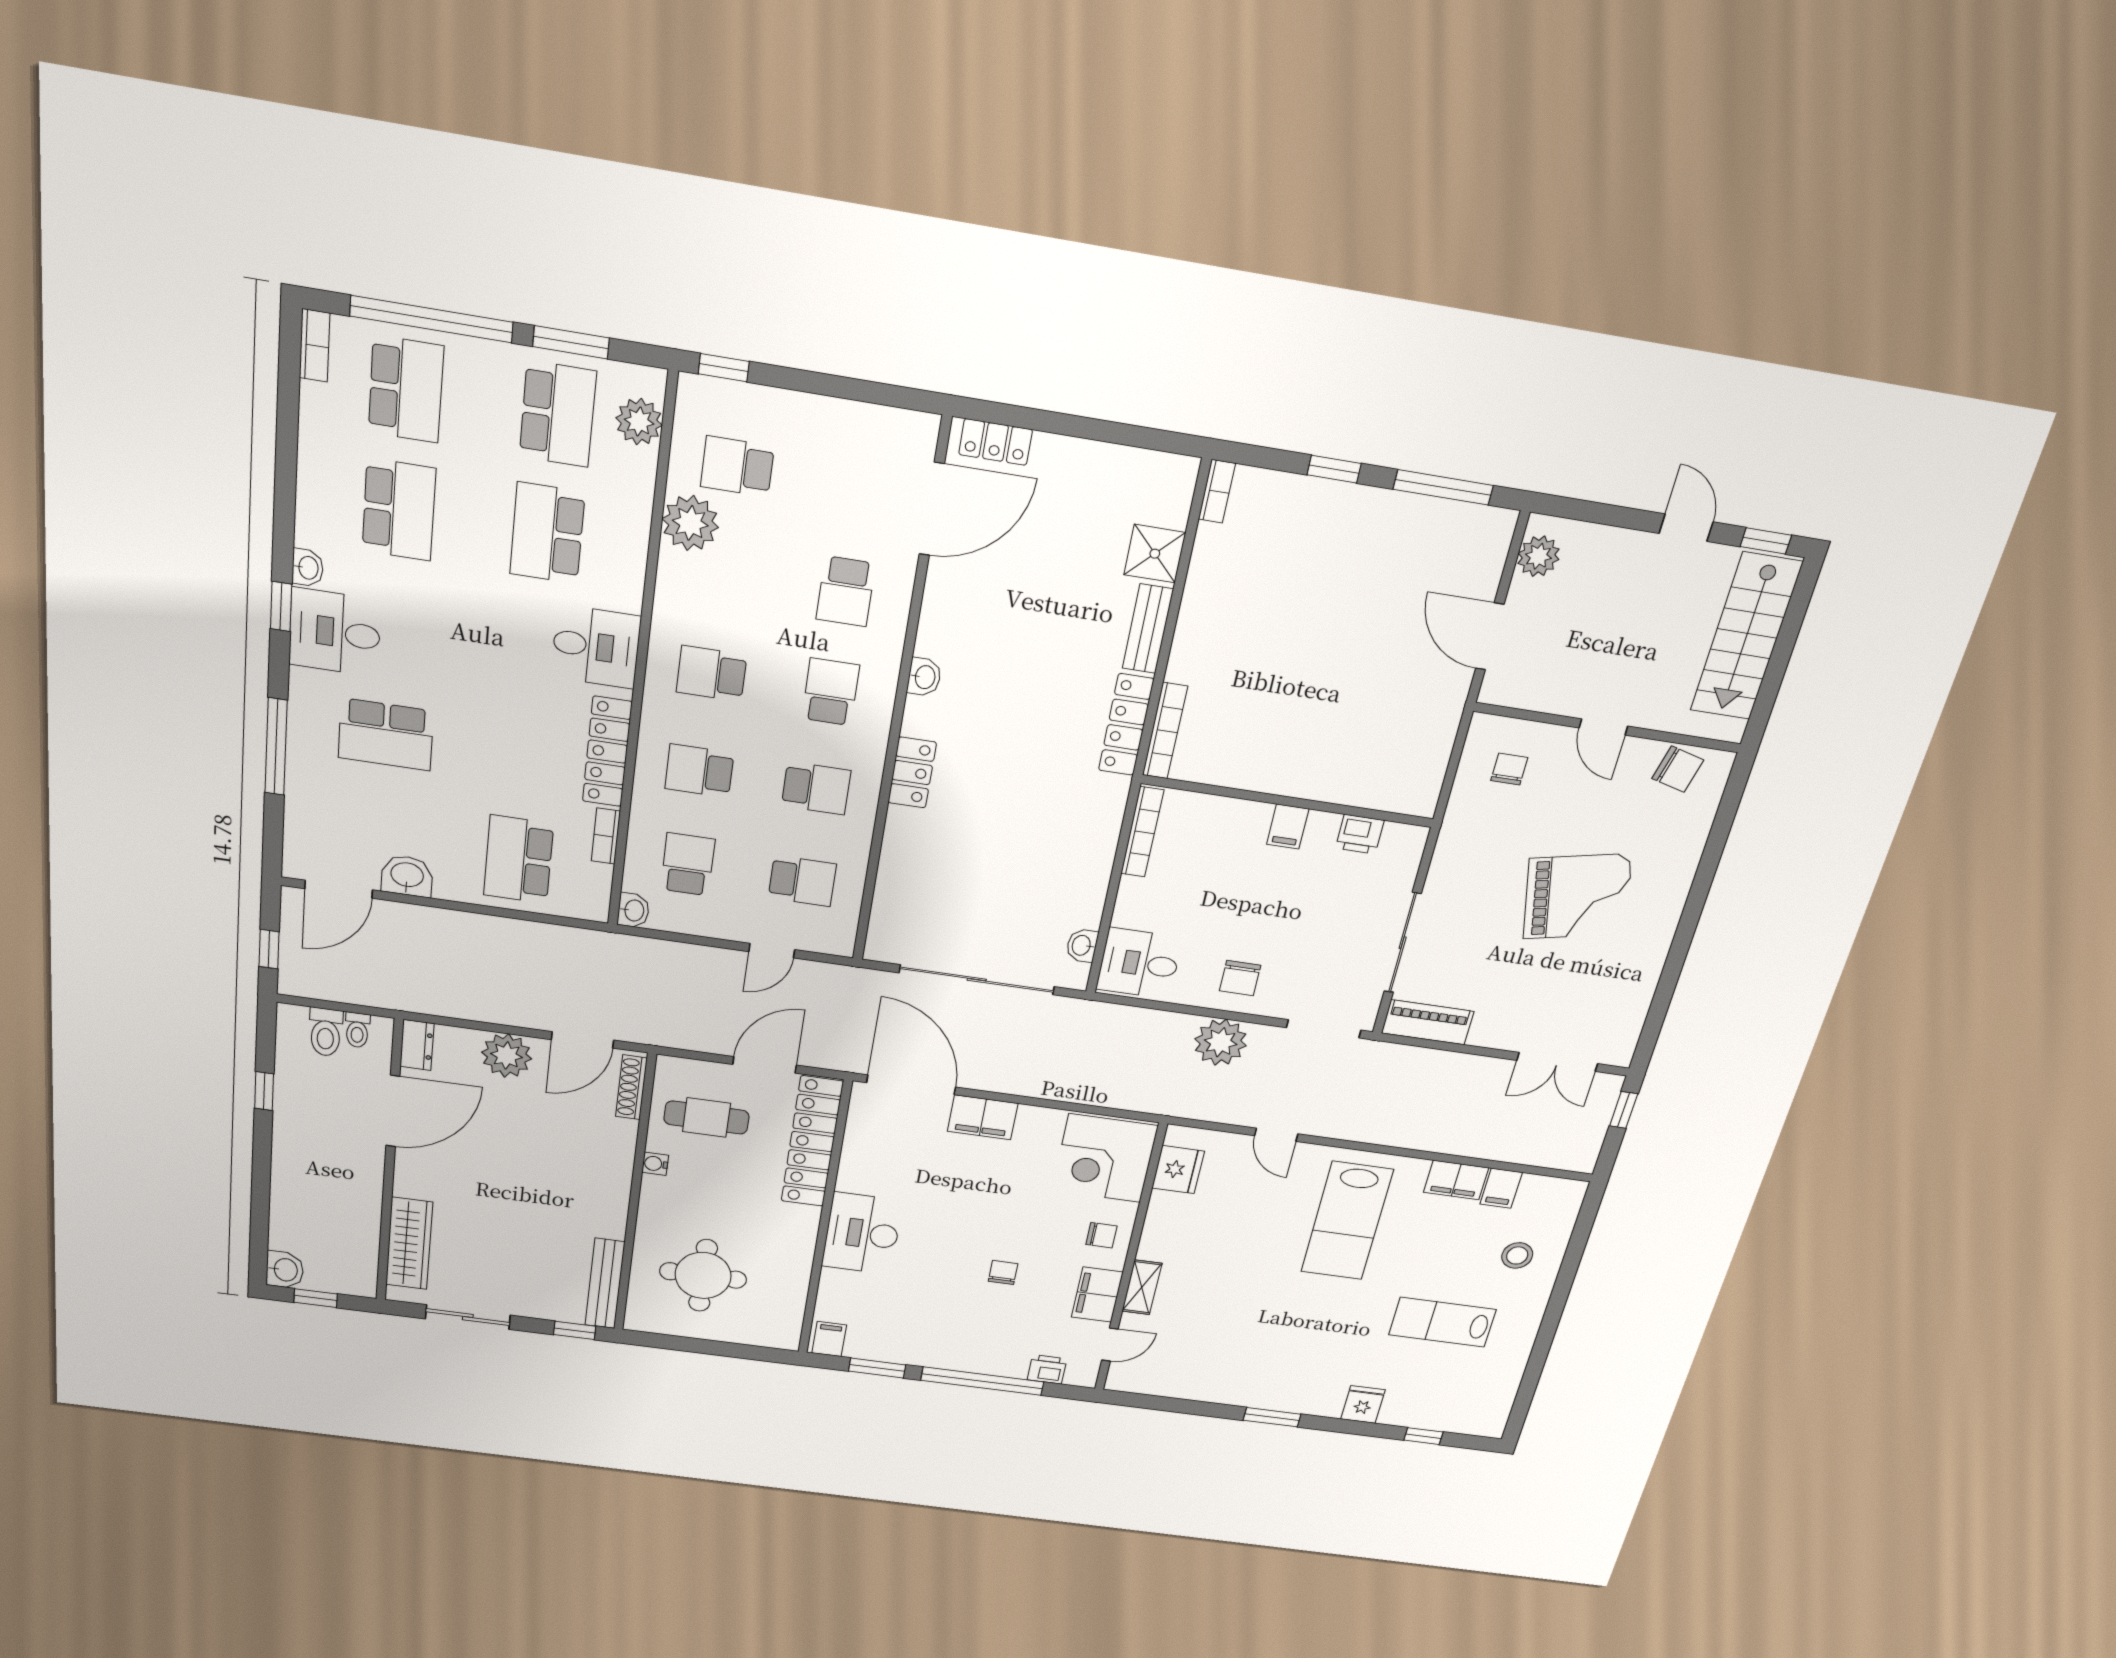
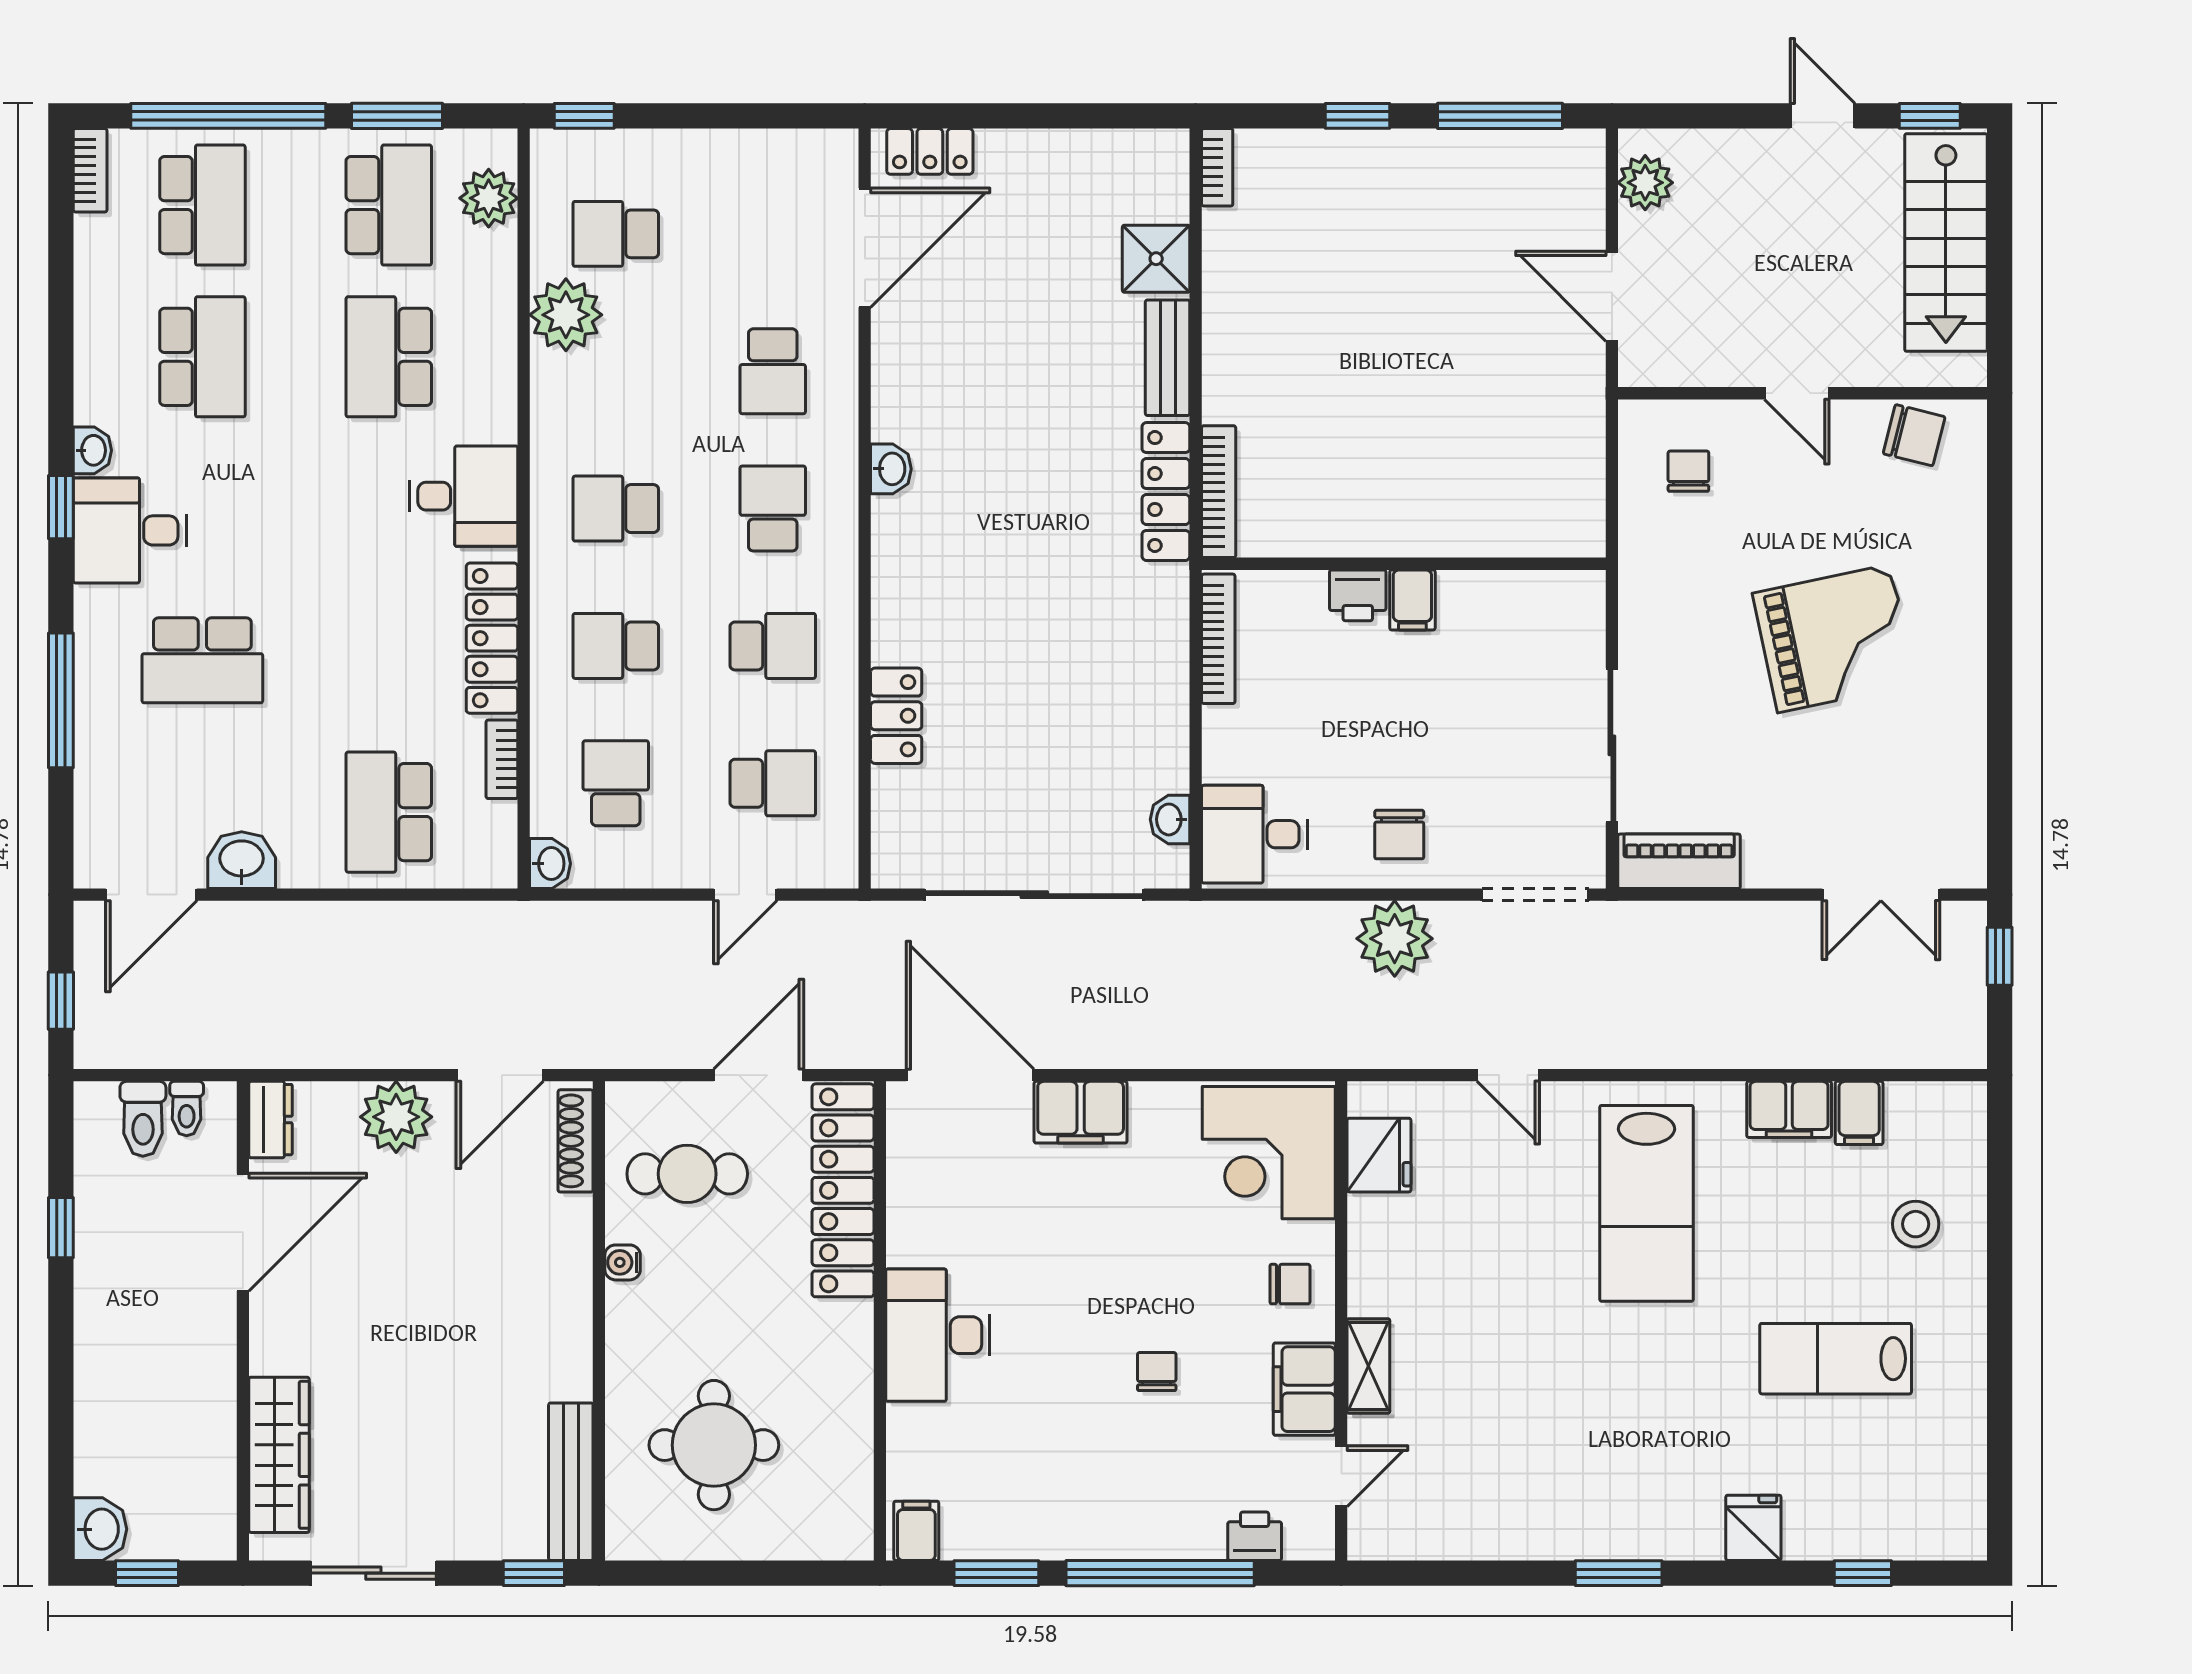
locker: (912, 772) -> (896, 716), moved
printer: (1360, 834) -> (1358, 595), moved

